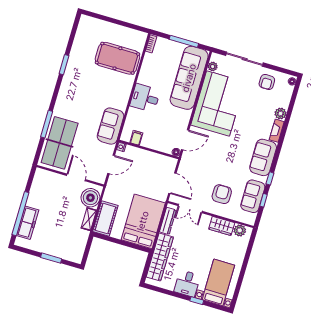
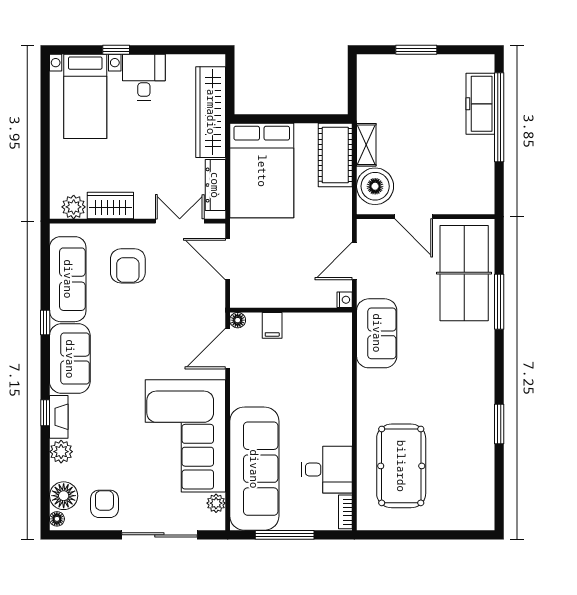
pool table: (117, 58) -> (401, 466), turned 90
floor lamp: (286, 92) -> (64, 496), added
desk: (145, 98) -> (327, 470), moved
filing cabinet: (136, 138) -> (272, 325), moved
sofa: (253, 196) -> (68, 279), width x1.36
window: (263, 200) -> (45, 413), moved

